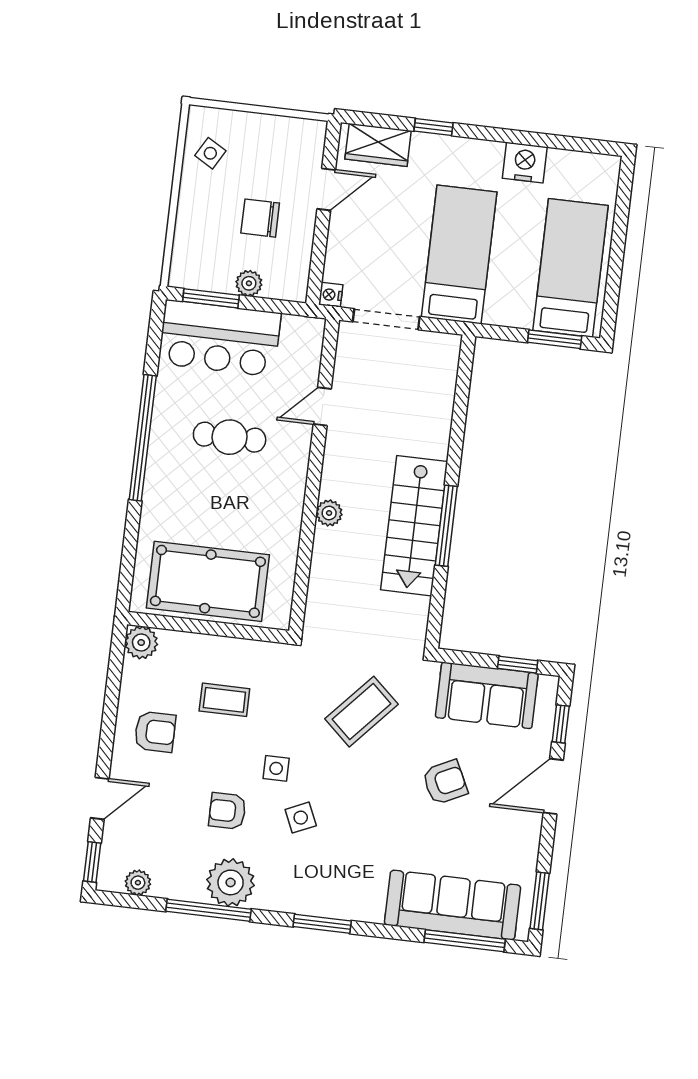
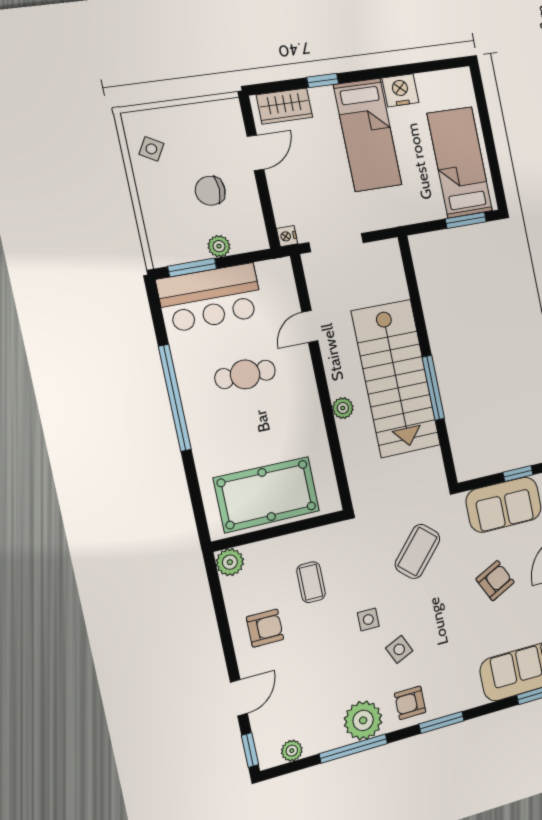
bed: (459, 255) -> (368, 135), moved, turned 180
stairs: (414, 526) -> (396, 378), width x1.36, depth x1.51
coffee table: (224, 700) -> (311, 582), turned 90
armchair: (227, 811) -> (410, 703), moved

